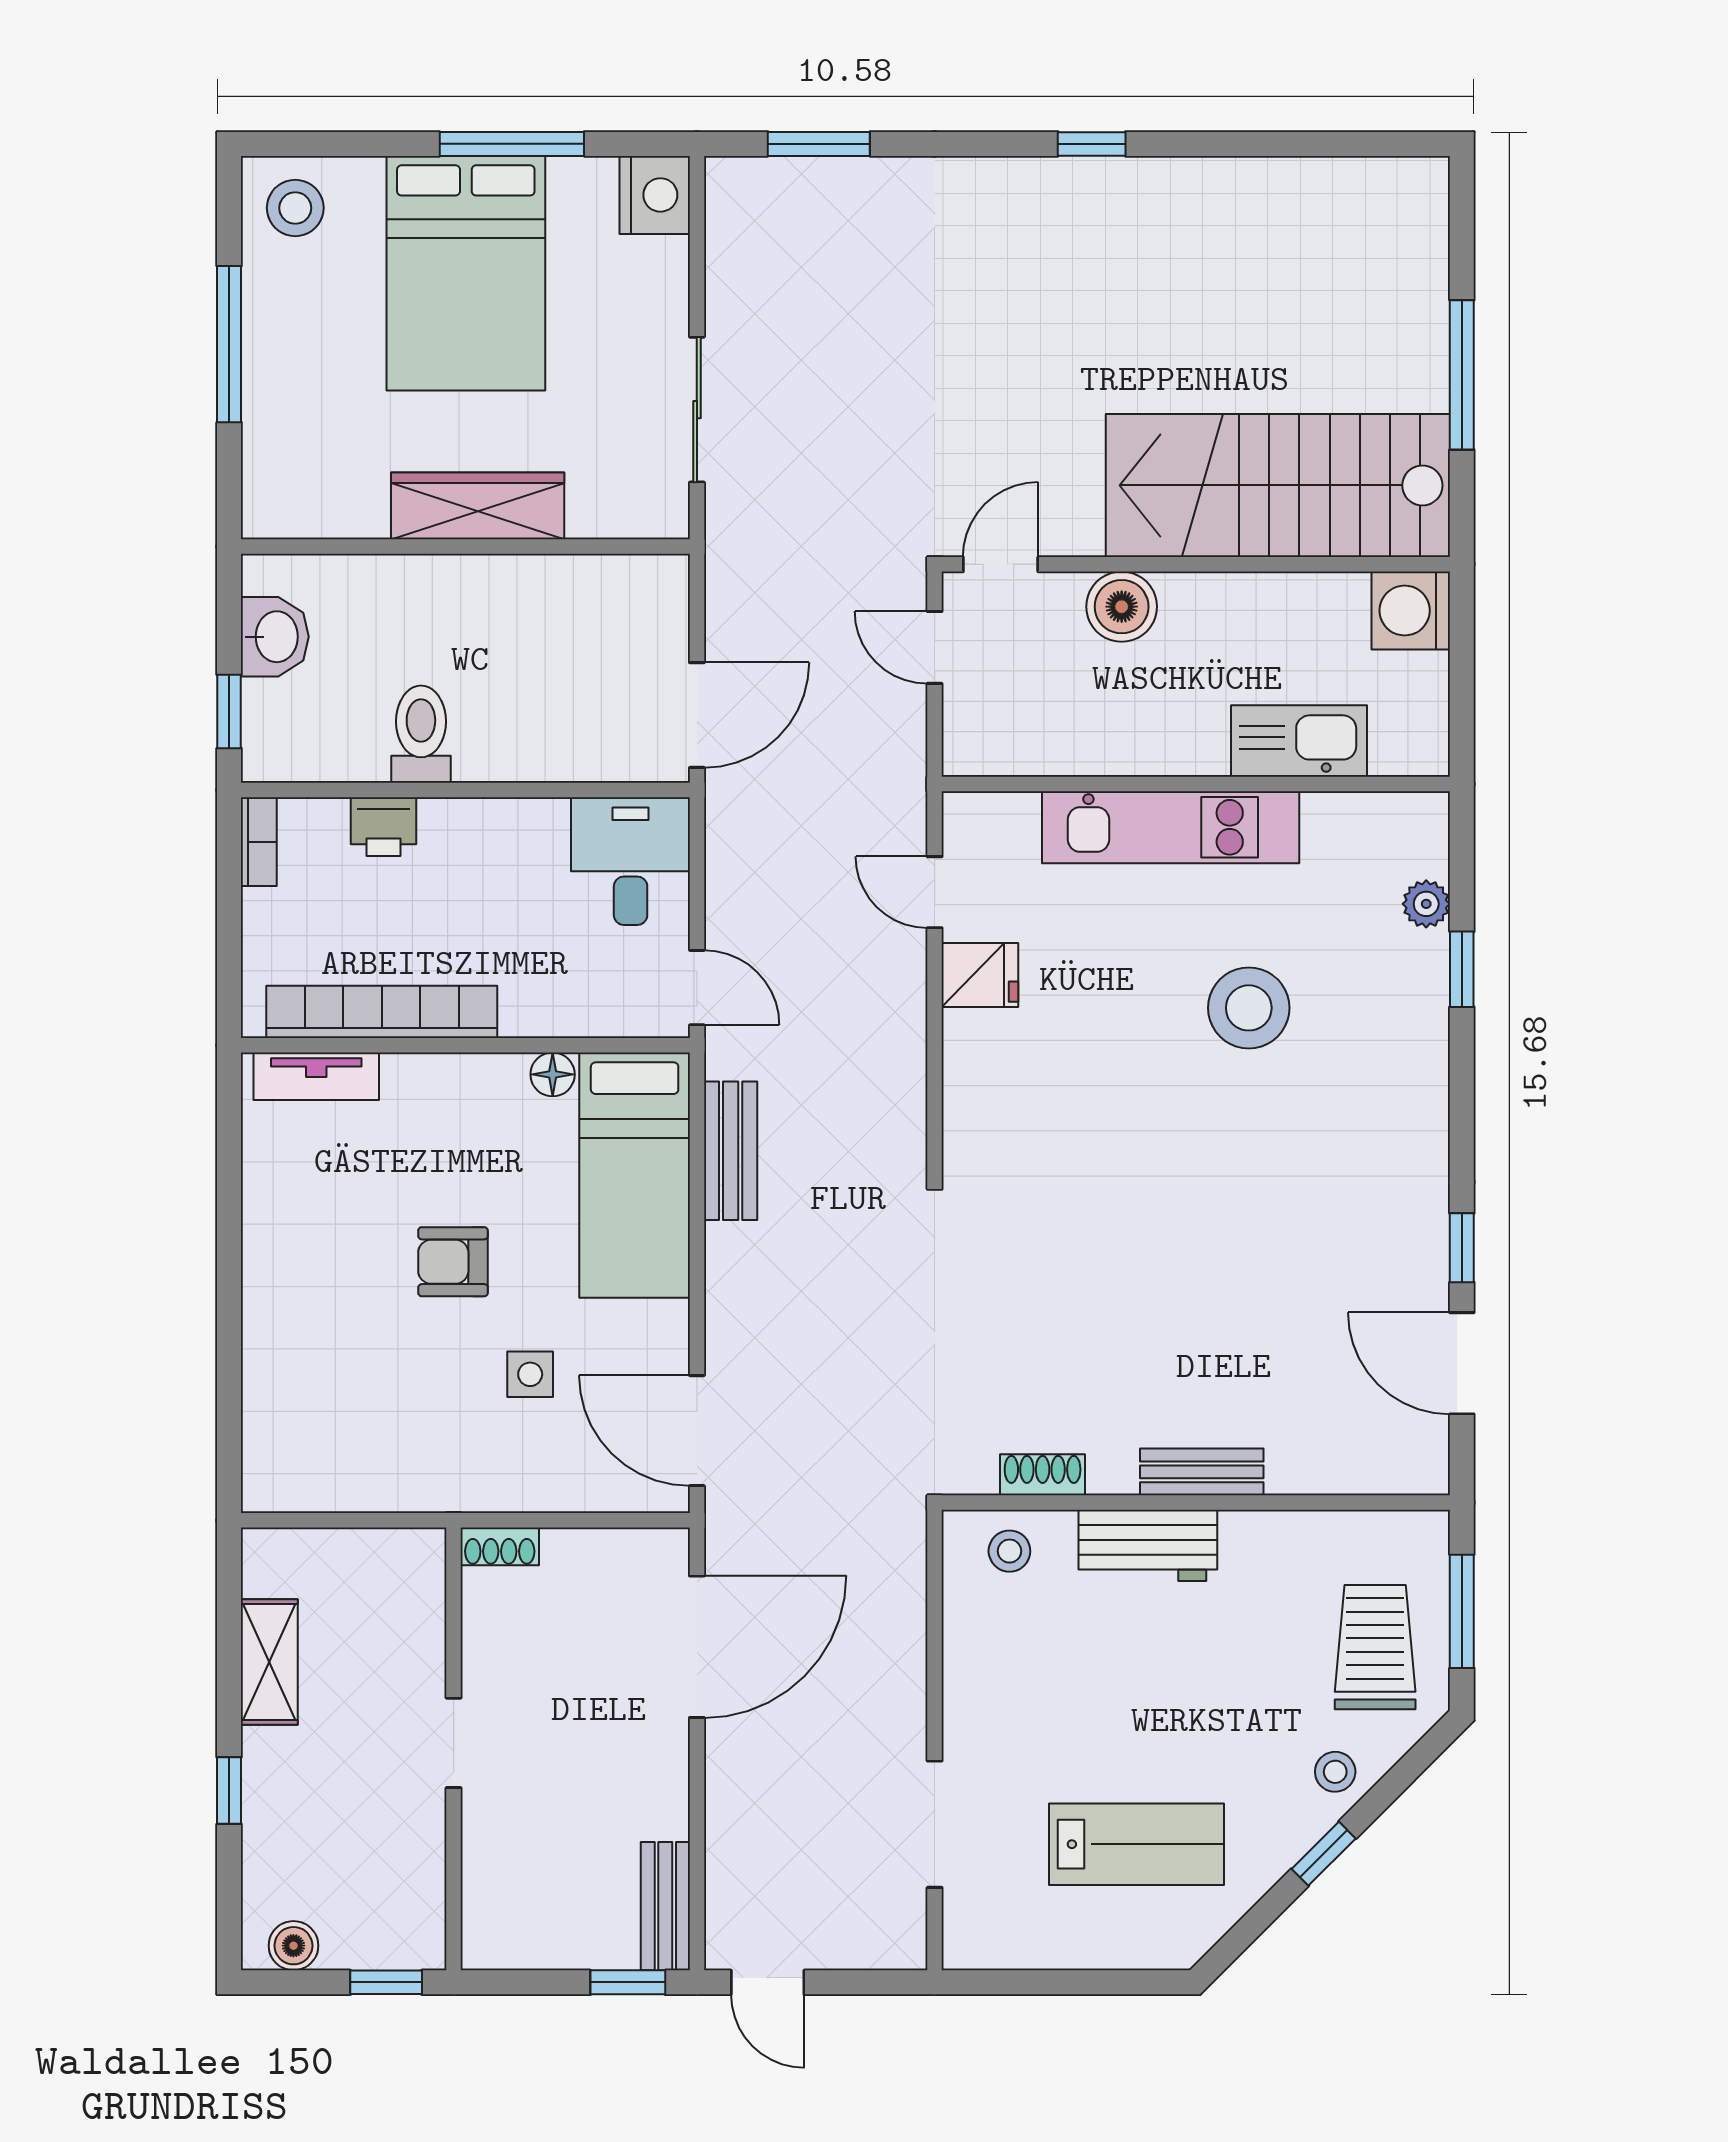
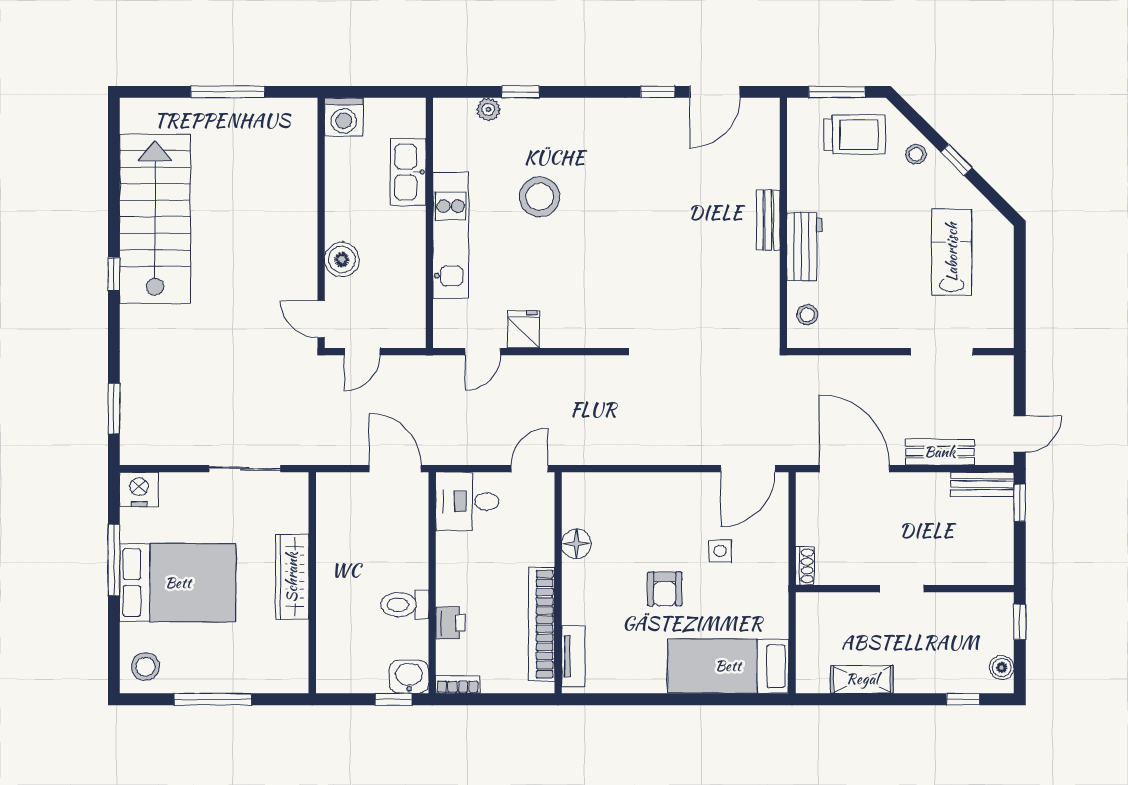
stairs: (1278, 485) -> (155, 219), moved, turned 180
washbasin: (275, 637) -> (409, 677), moved
floor lamp: (553, 1074) -> (576, 544), width x1.37, depth x1.37
bench: (731, 1151) -> (940, 452), moved
bed: (635, 1175) -> (728, 666), moved, turned 180
shoe rack: (1043, 1475) -> (770, 298), removed
trolley: (1375, 1647) -> (855, 135), turned 180
window: (229, 1791) -> (963, 699), moved

